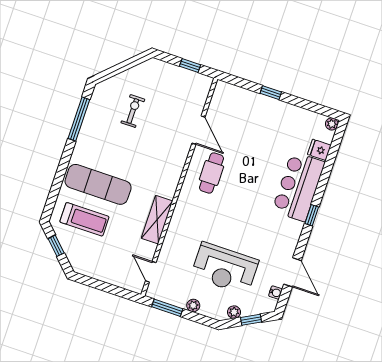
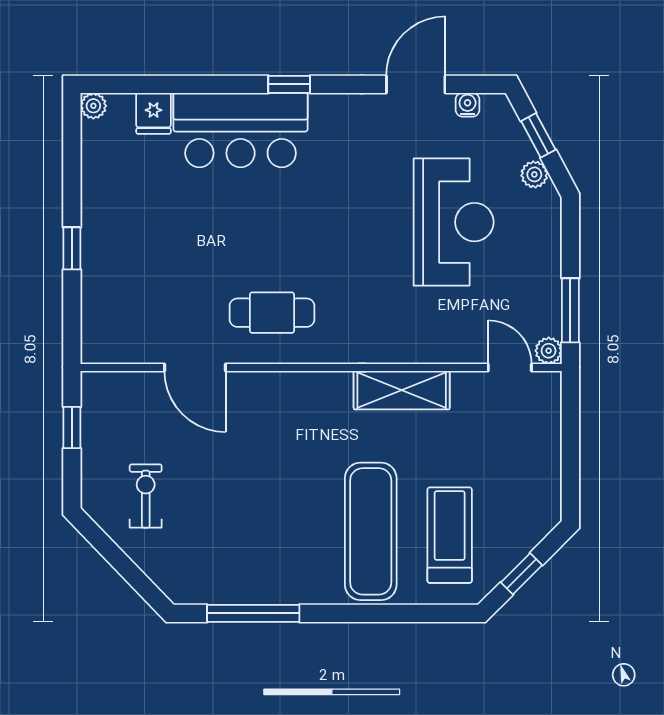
exercise bike: (133, 111) -> (146, 496), moved, turned 90
door: (198, 130) -> (195, 367), swing flipped
door: (151, 272) -> (510, 367), swing flipped
plant: (193, 306) -> (549, 351), moved

